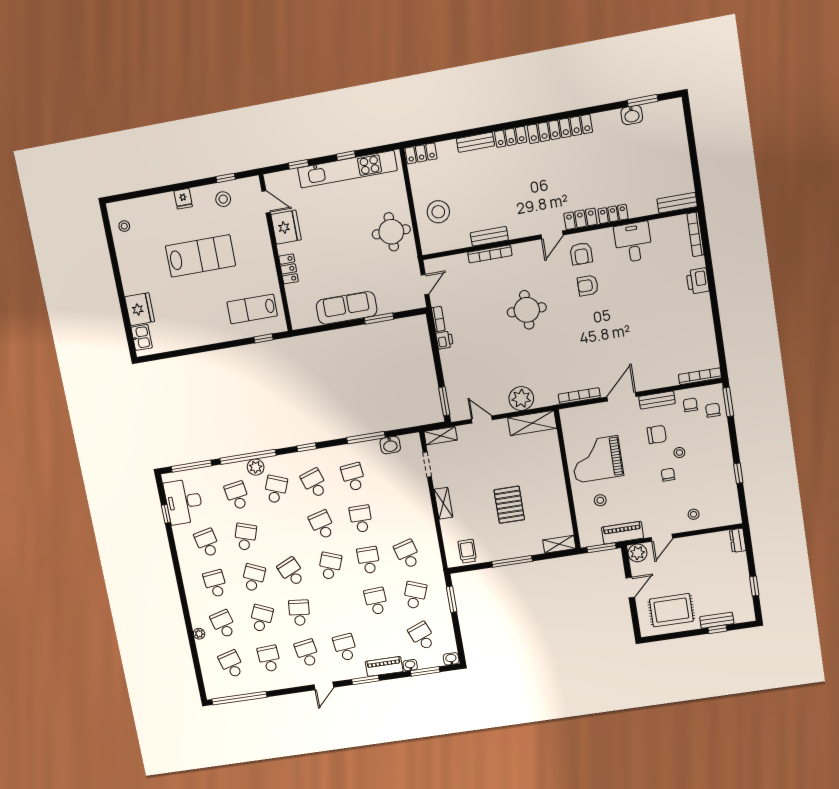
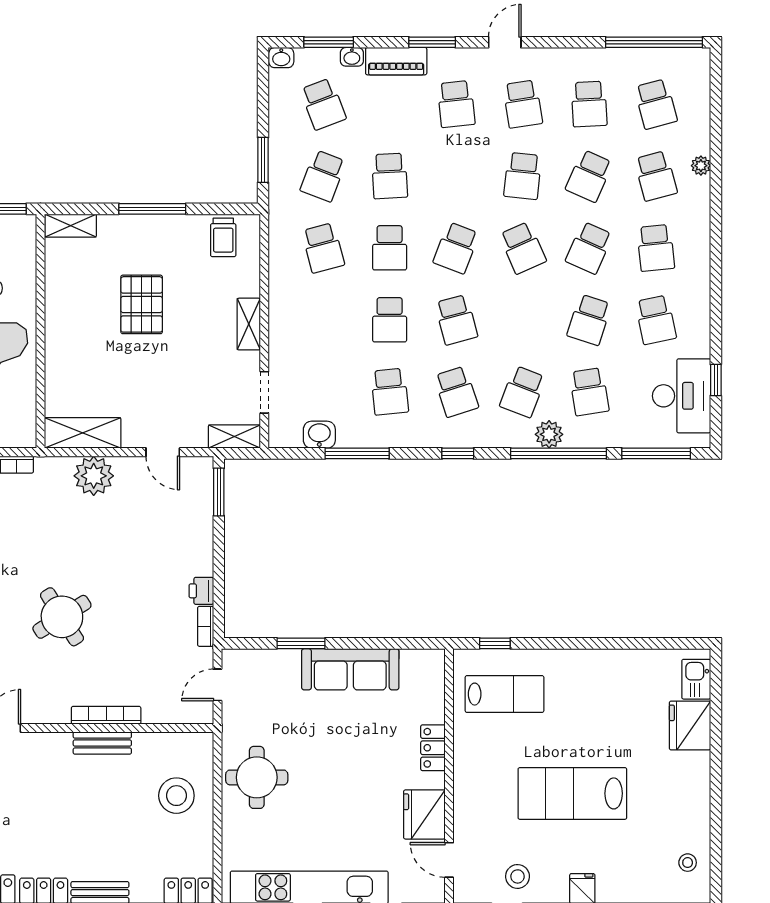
round table: (527, 310) -> (62, 617), turned -32

